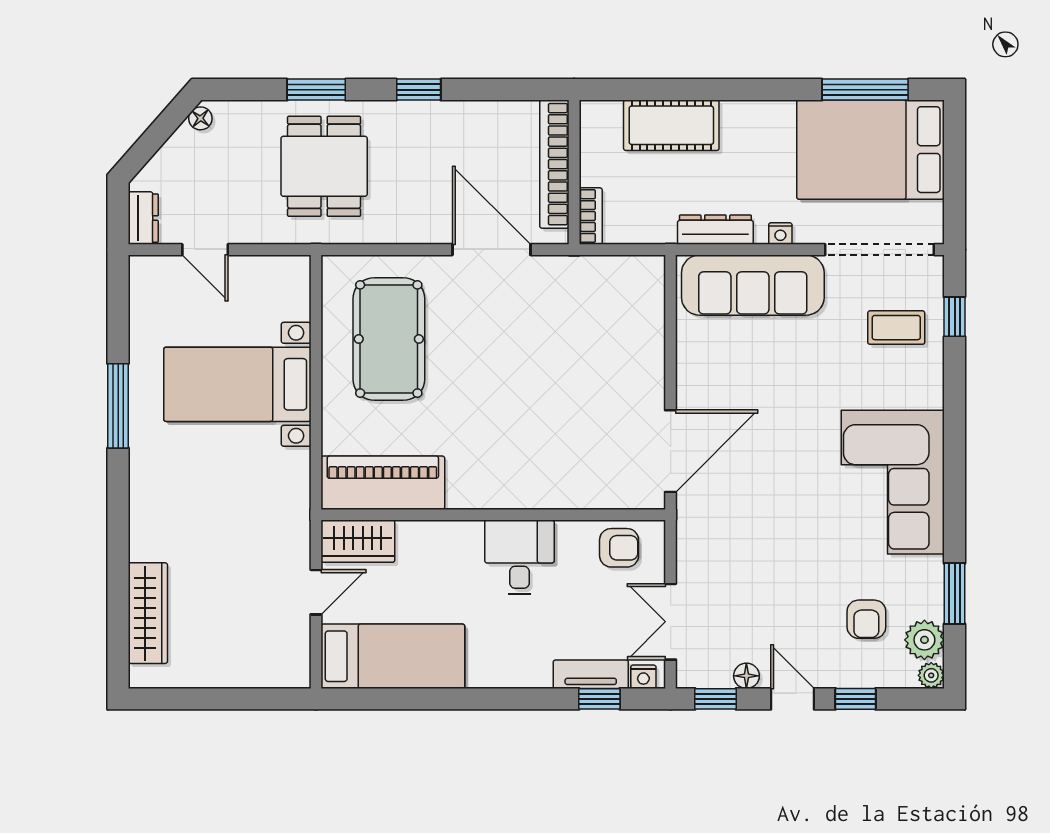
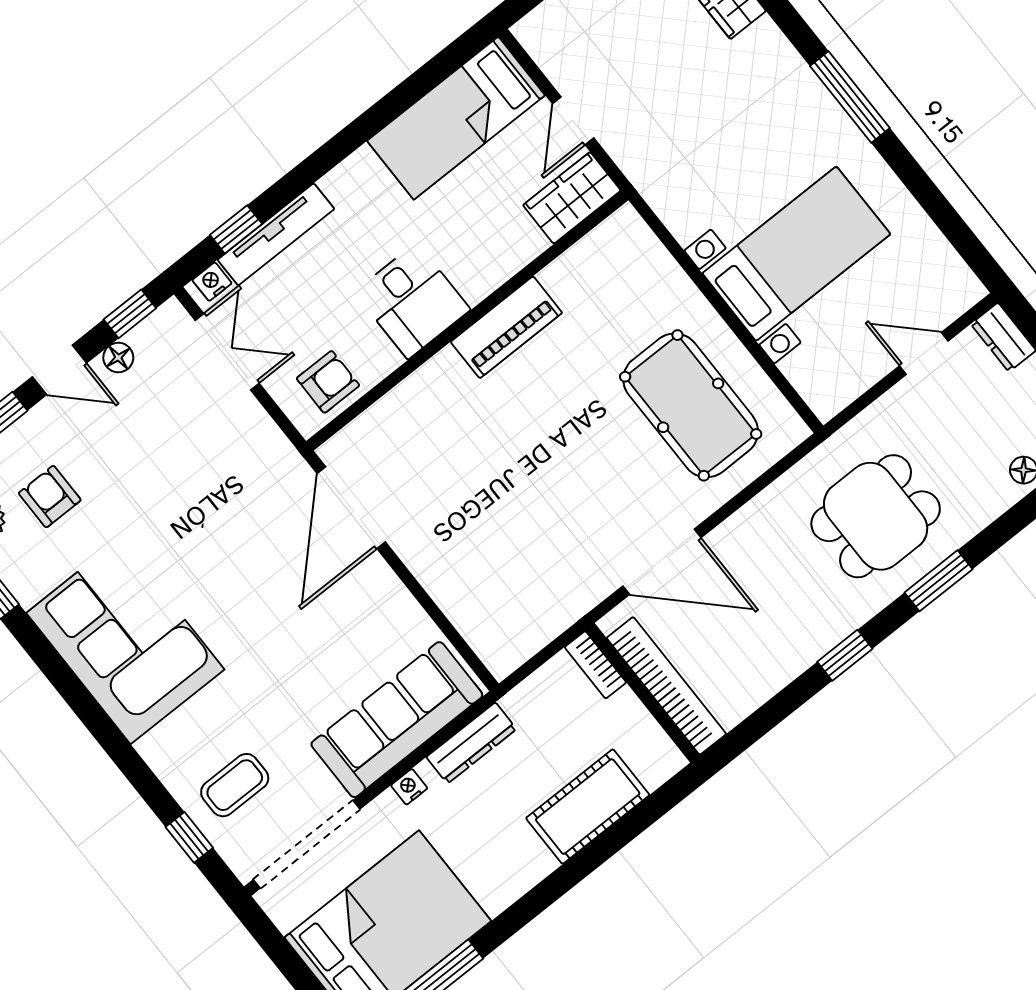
dining table: (324, 166) -> (876, 516), turned 90
window: (118, 406) -> (850, 97), moved
piano: (383, 483) -> (506, 327), moved, width x0.73, depth x0.75
armchair: (619, 548) -> (328, 382), turned 180
tv unit: (591, 674) -> (276, 234), width x1.41

